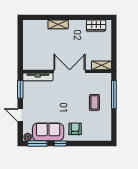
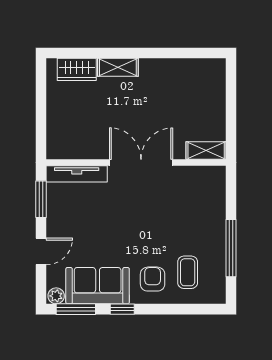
wardrobe: (96, 25) -> (77, 69), moved
window: (114, 95) -> (231, 248), moved
coffee table: (94, 102) -> (188, 272), moved
door: (20, 115) -> (41, 251), swing flipped

